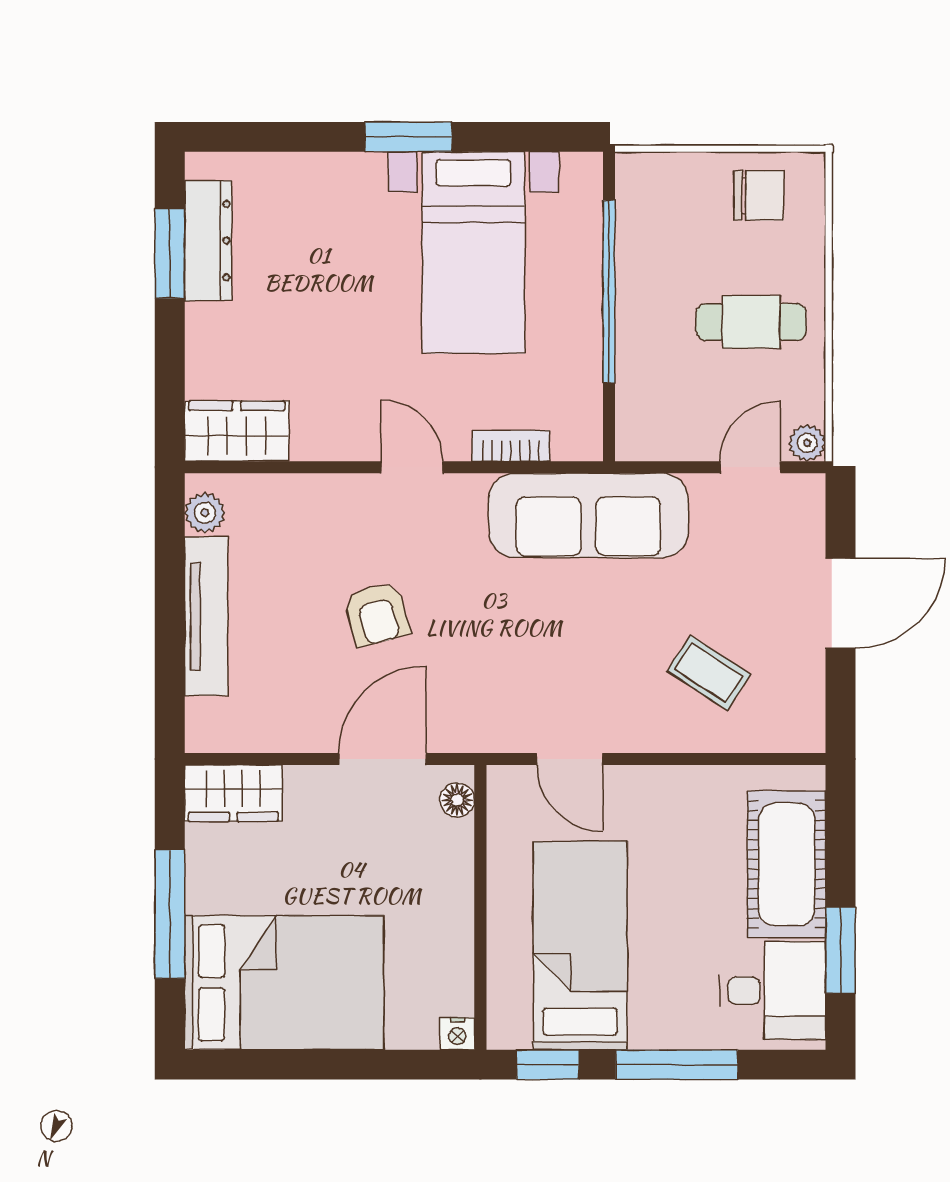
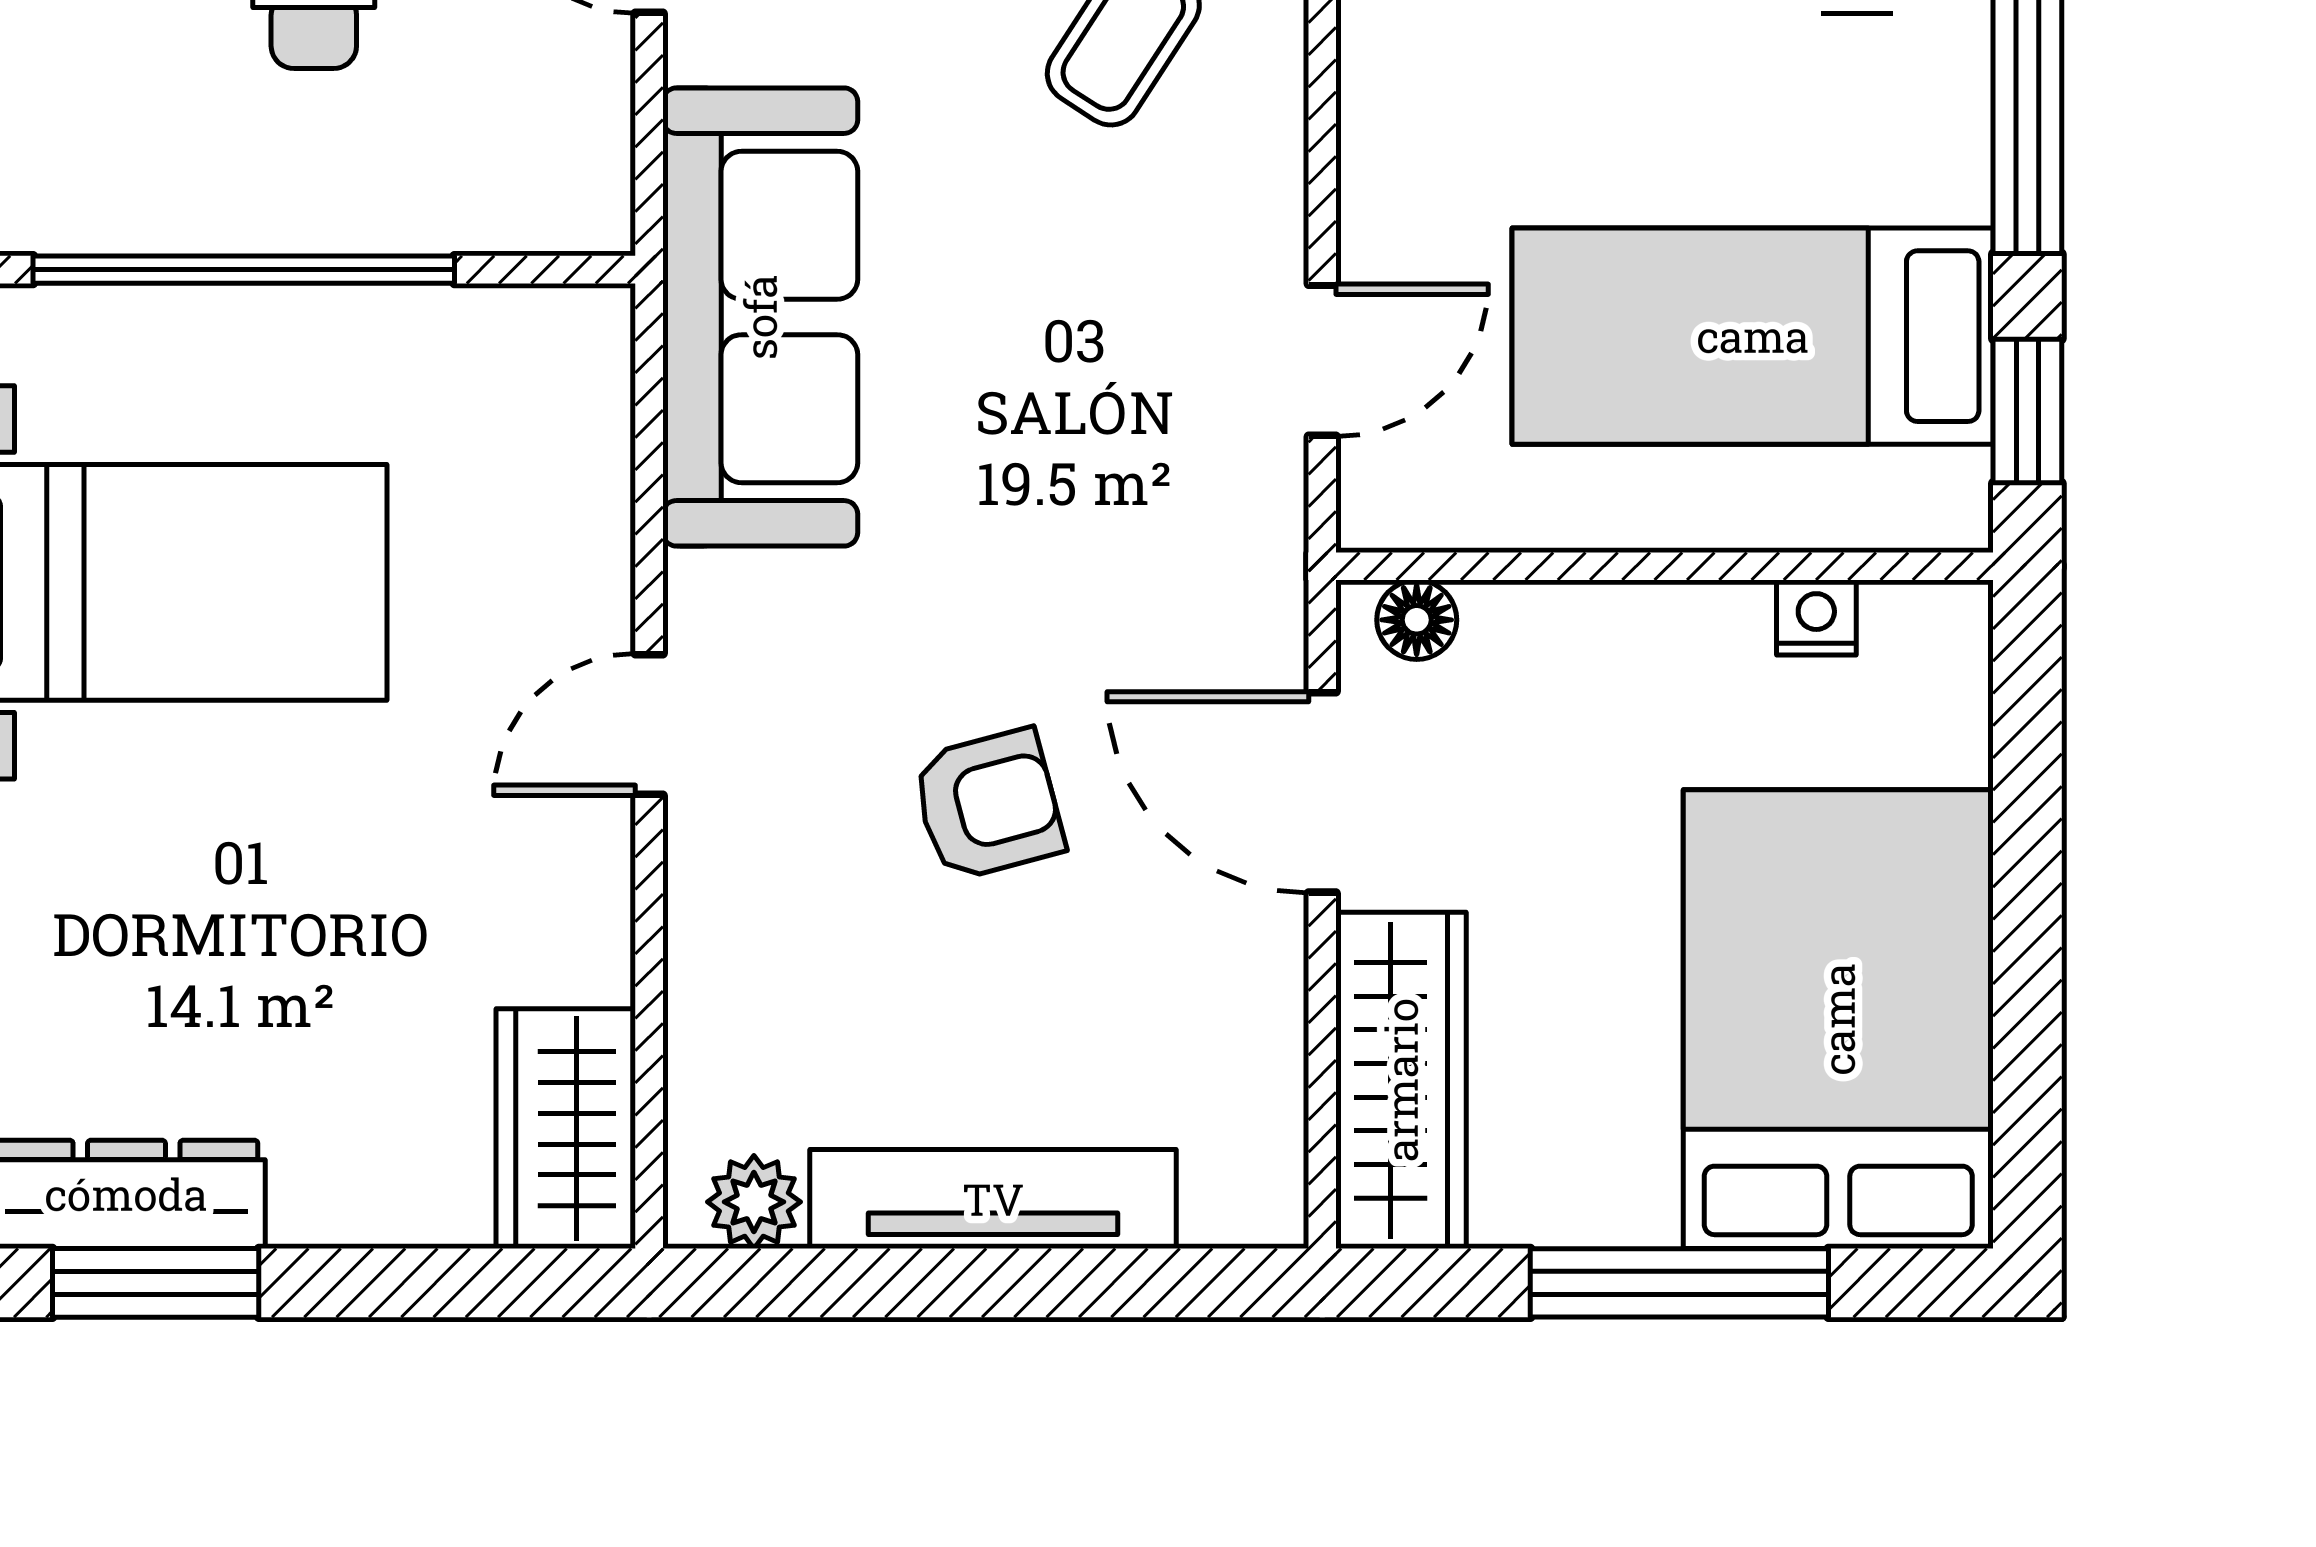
bookcase: (511, 446) -> (600, 496), removed
wardrobe: (233, 793) -> (1401, 1080), width x1.50
nightstand: (457, 1034) -> (1816, 618), moved, turned -90

